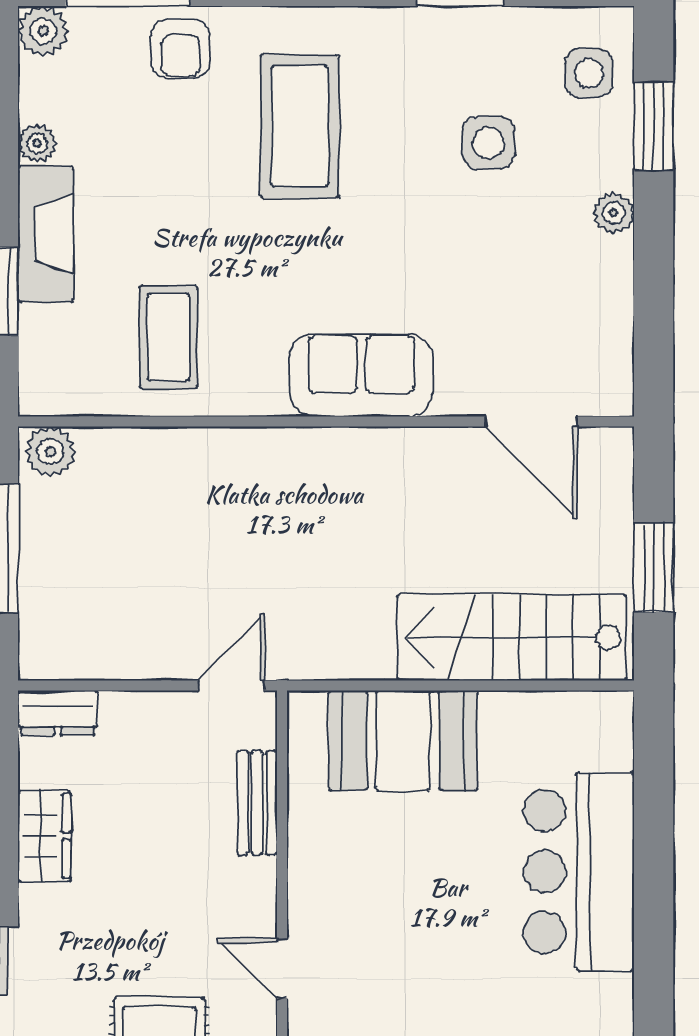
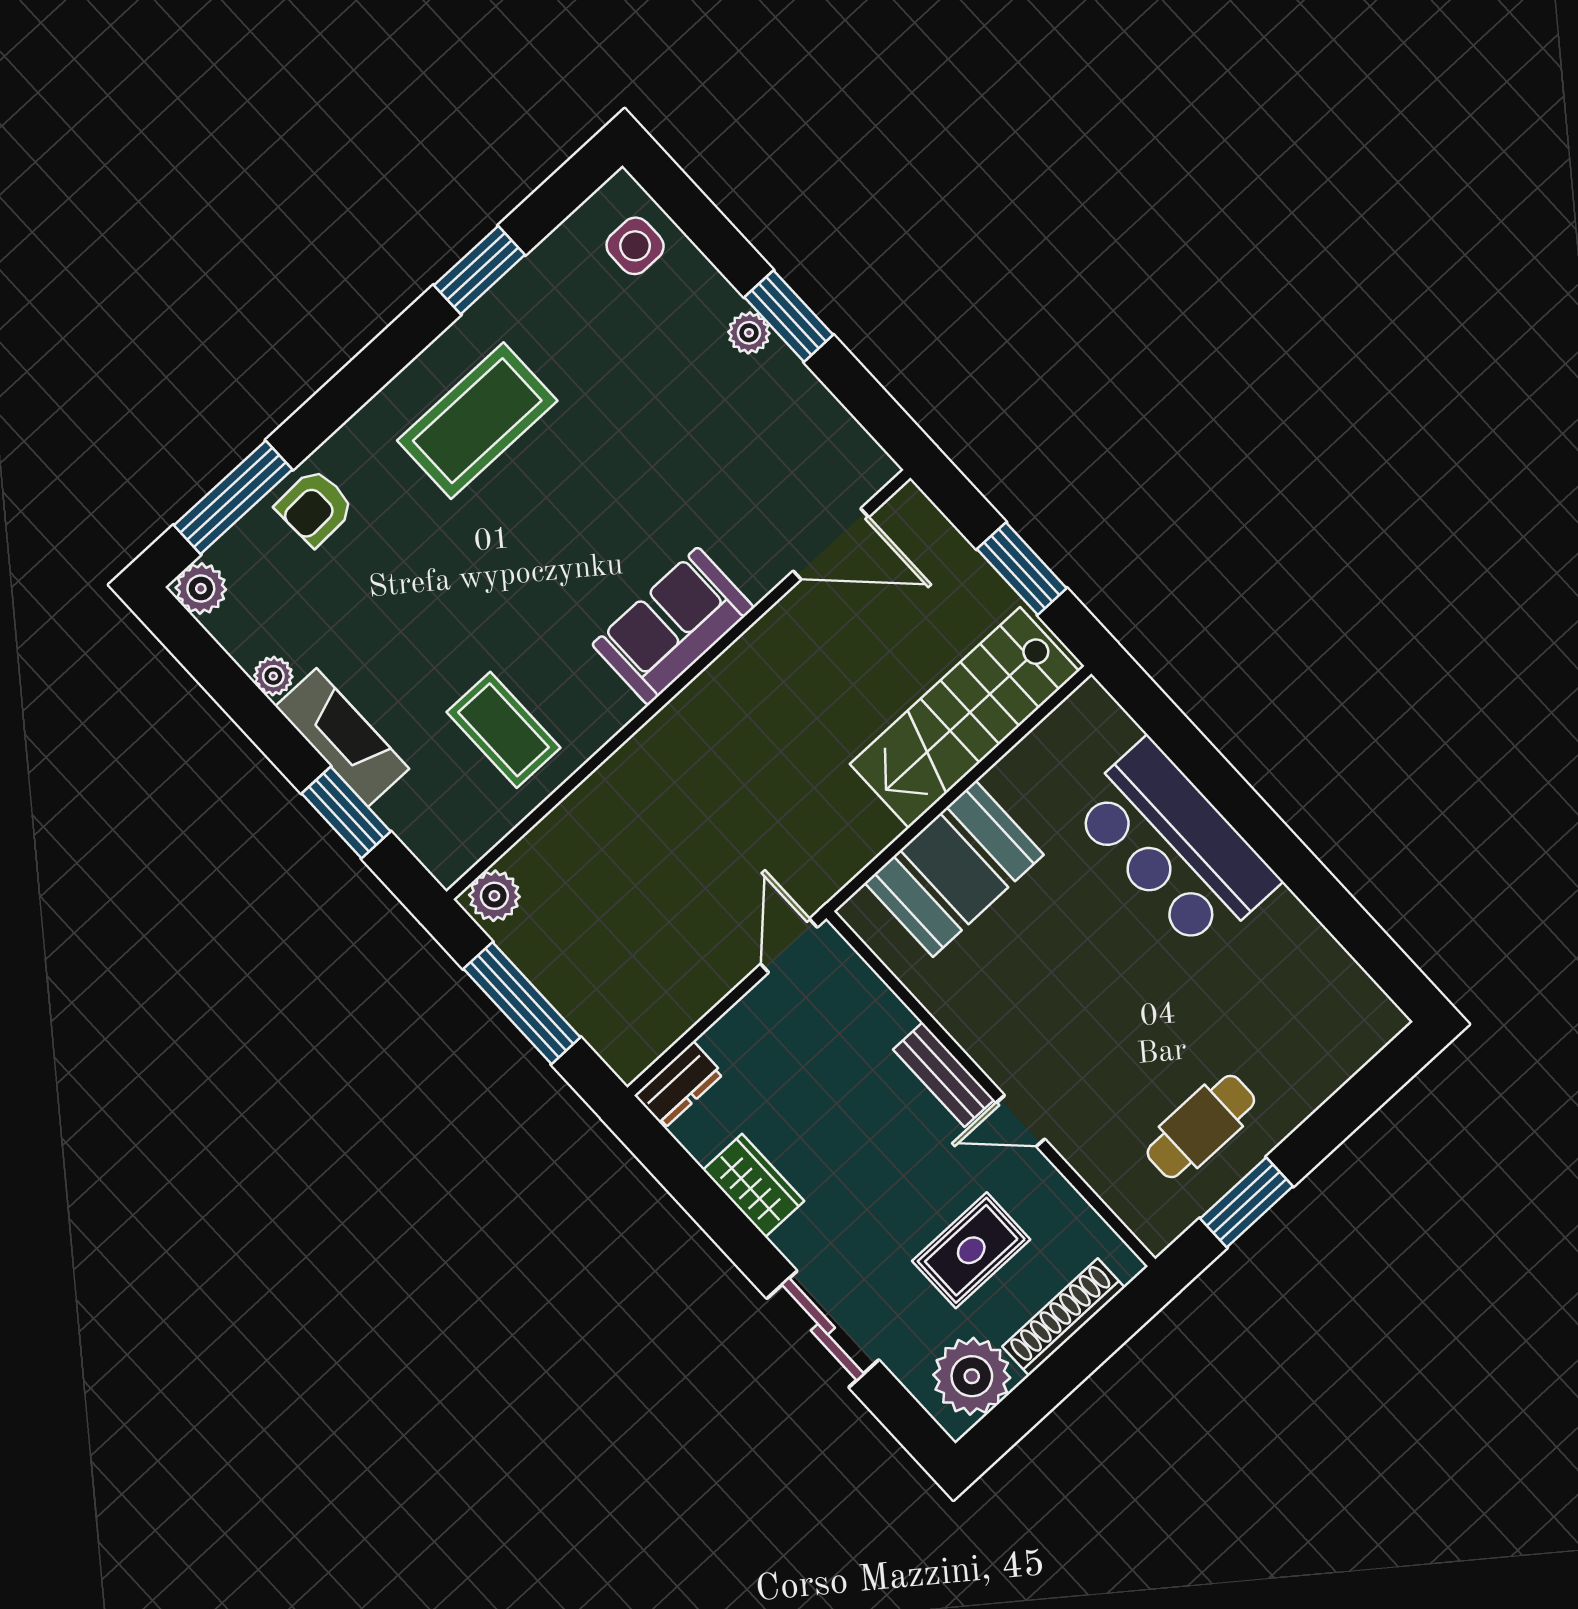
armchair: (180, 48) -> (315, 507), turned 88
coffee table: (300, 126) -> (477, 421), moved, turned 90
window: (654, 126) -> (789, 316), moved
side table: (488, 143) -> (608, 366), removed
bench: (257, 803) -> (944, 1075), moved

